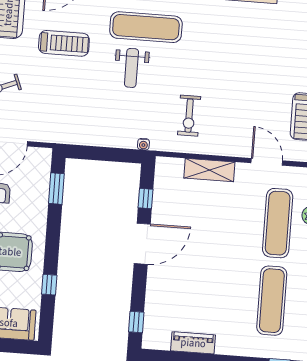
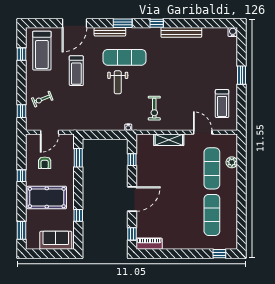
treadmill: (64, 43) -> (76, 71), turned 90
door: (142, 244) -> (132, 199), moved
piano: (193, 343) -> (149, 244), moved

